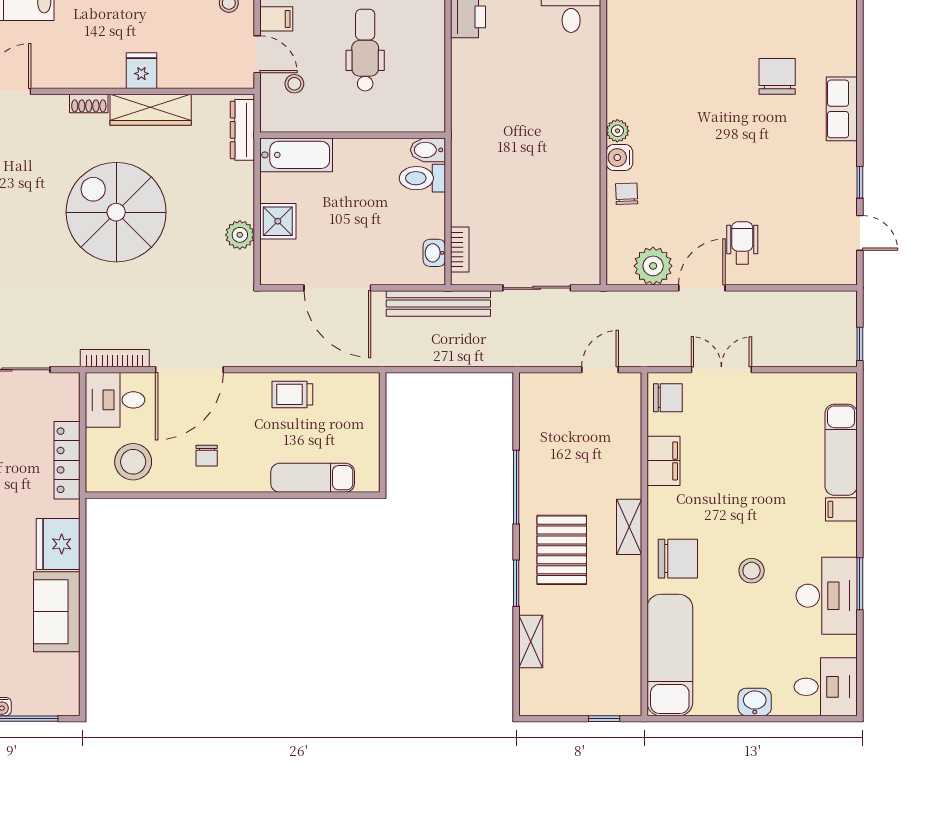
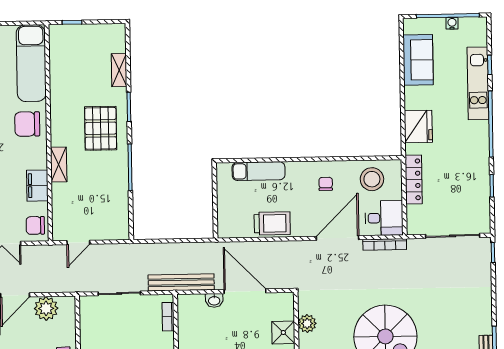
washbasin: (434, 253) -> (214, 300), moved, turned 90
trolley: (292, 394) -> (272, 223), width x1.36, depth x1.39
shelving: (629, 527) -> (59, 164), moved
sofa: (57, 612) -> (418, 60), moved

